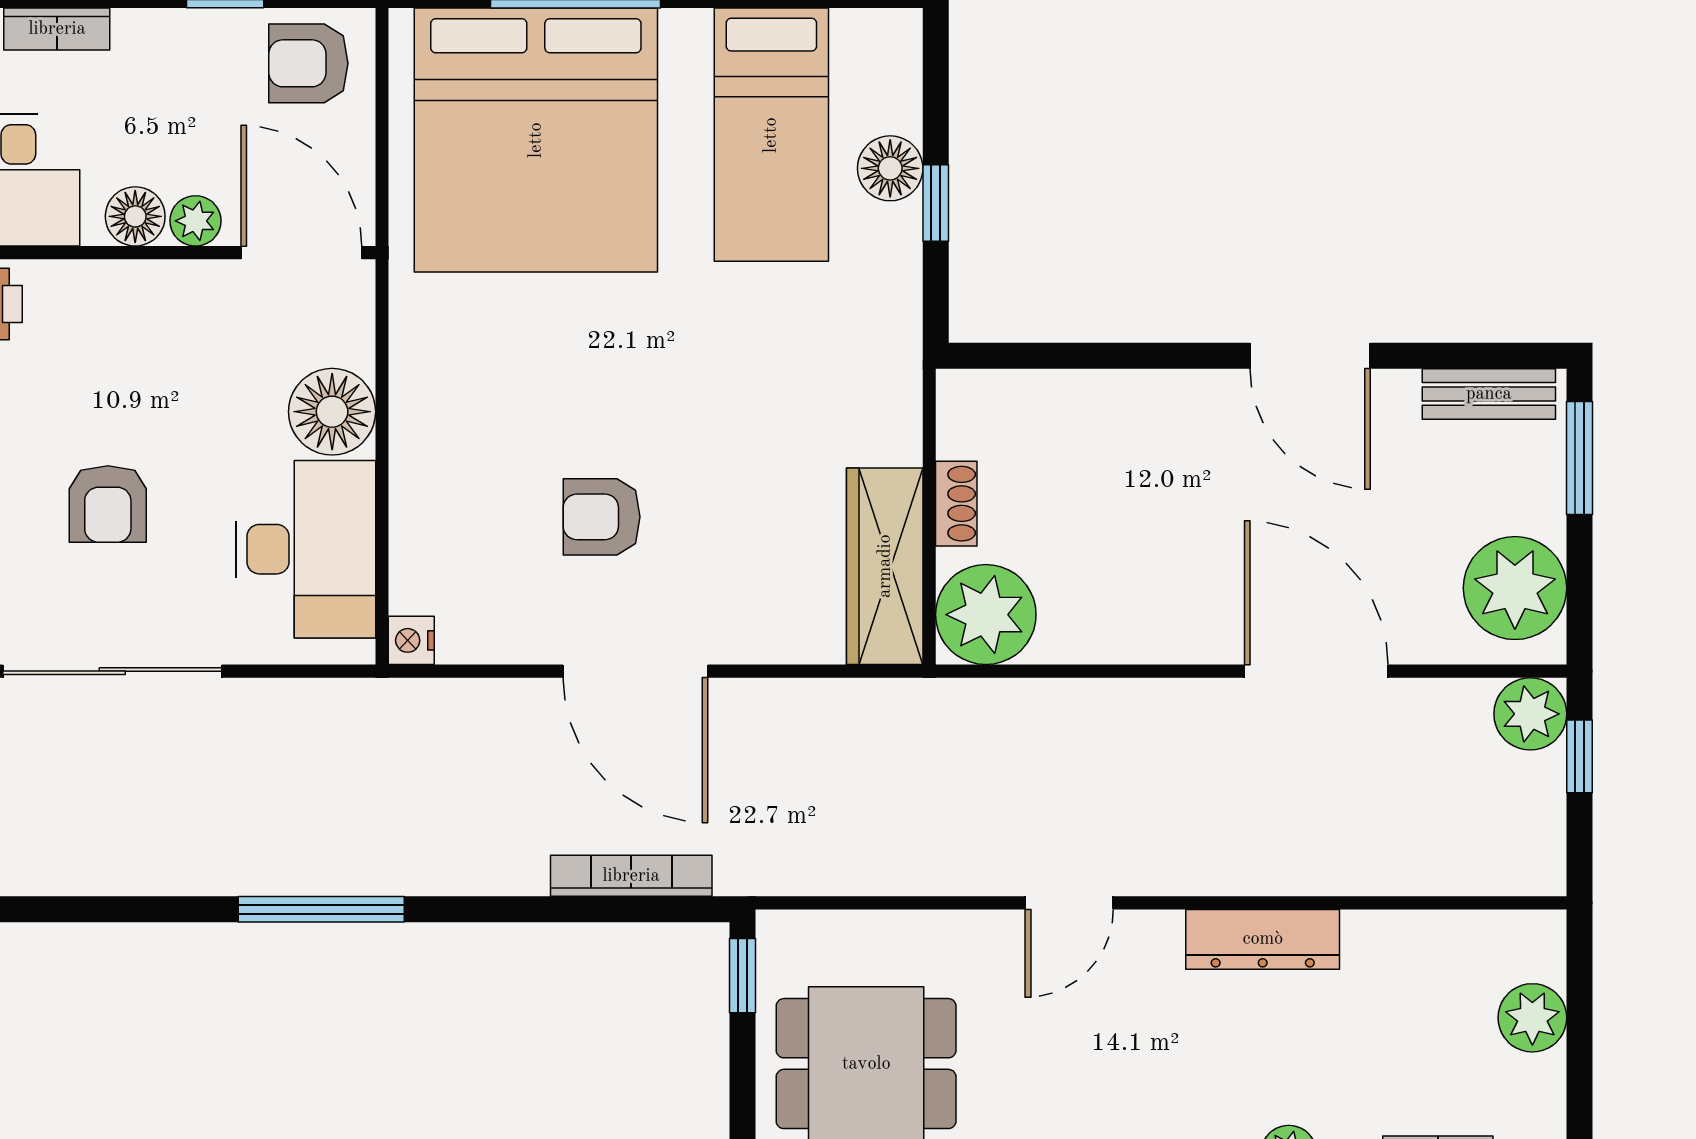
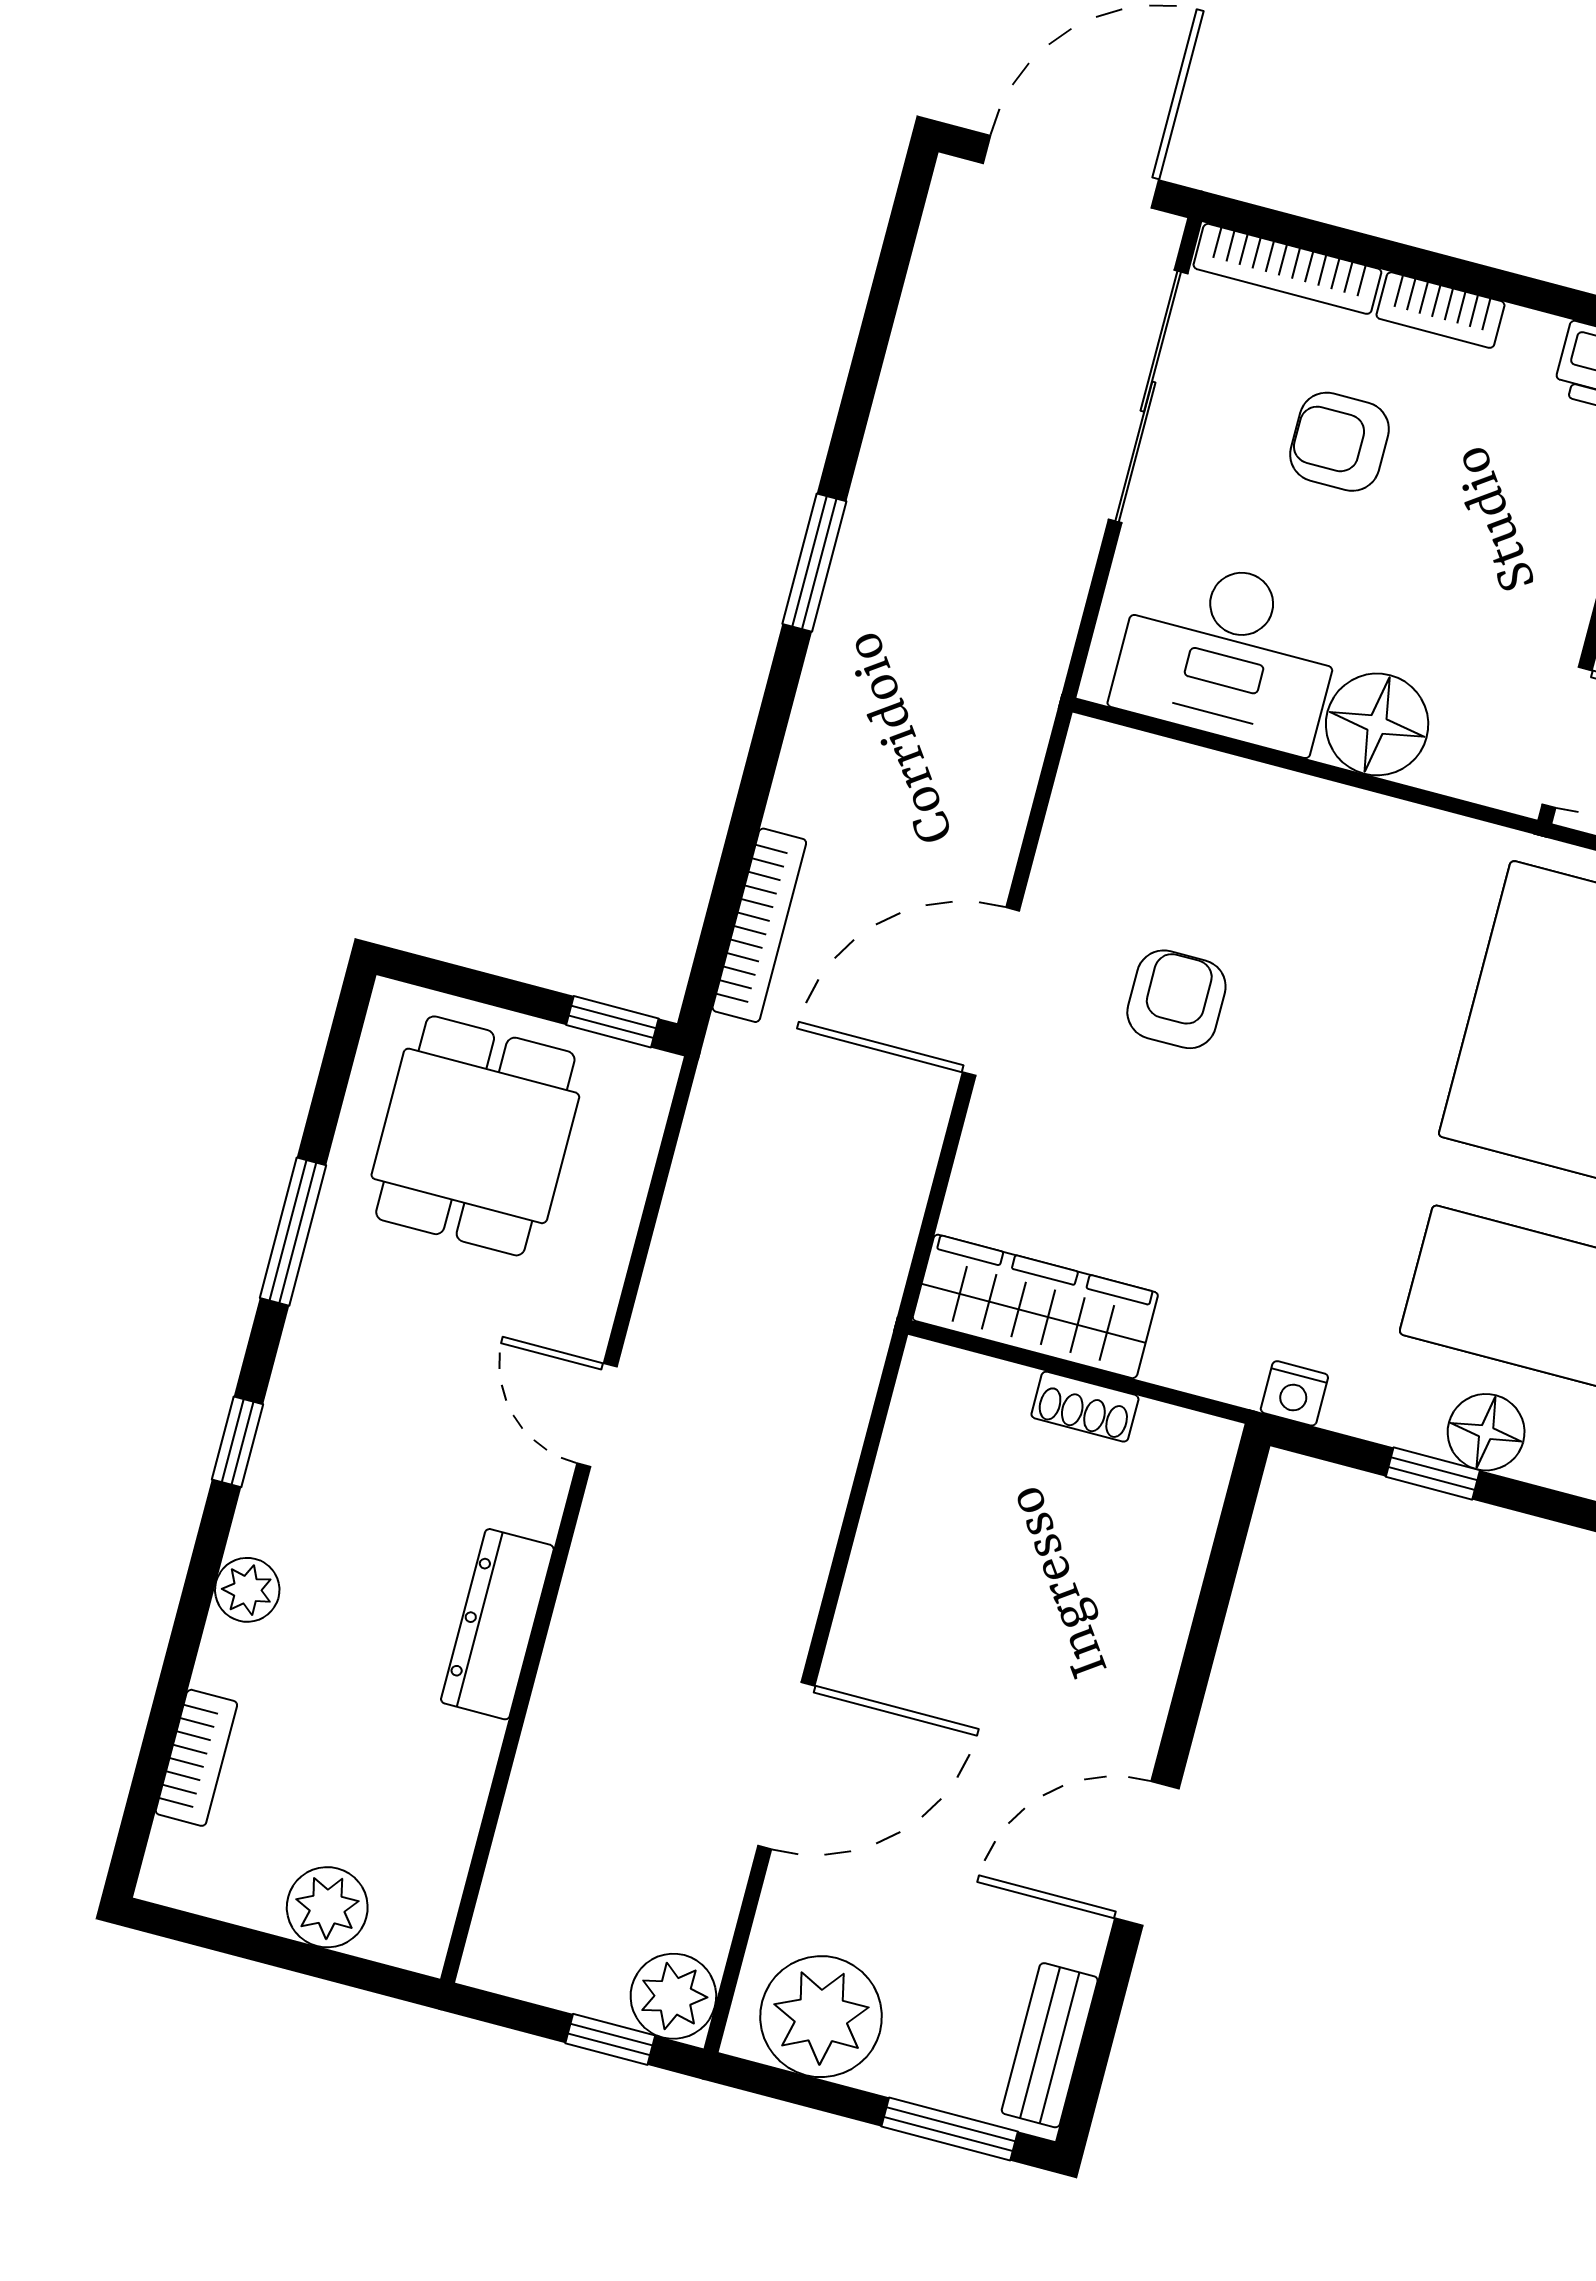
plant: (986, 615) -> (950, 1407), removed
nightstand: (411, 640) -> (1294, 1393), moved, turned 180
window: (321, 909) -> (814, 563), width x0.69

